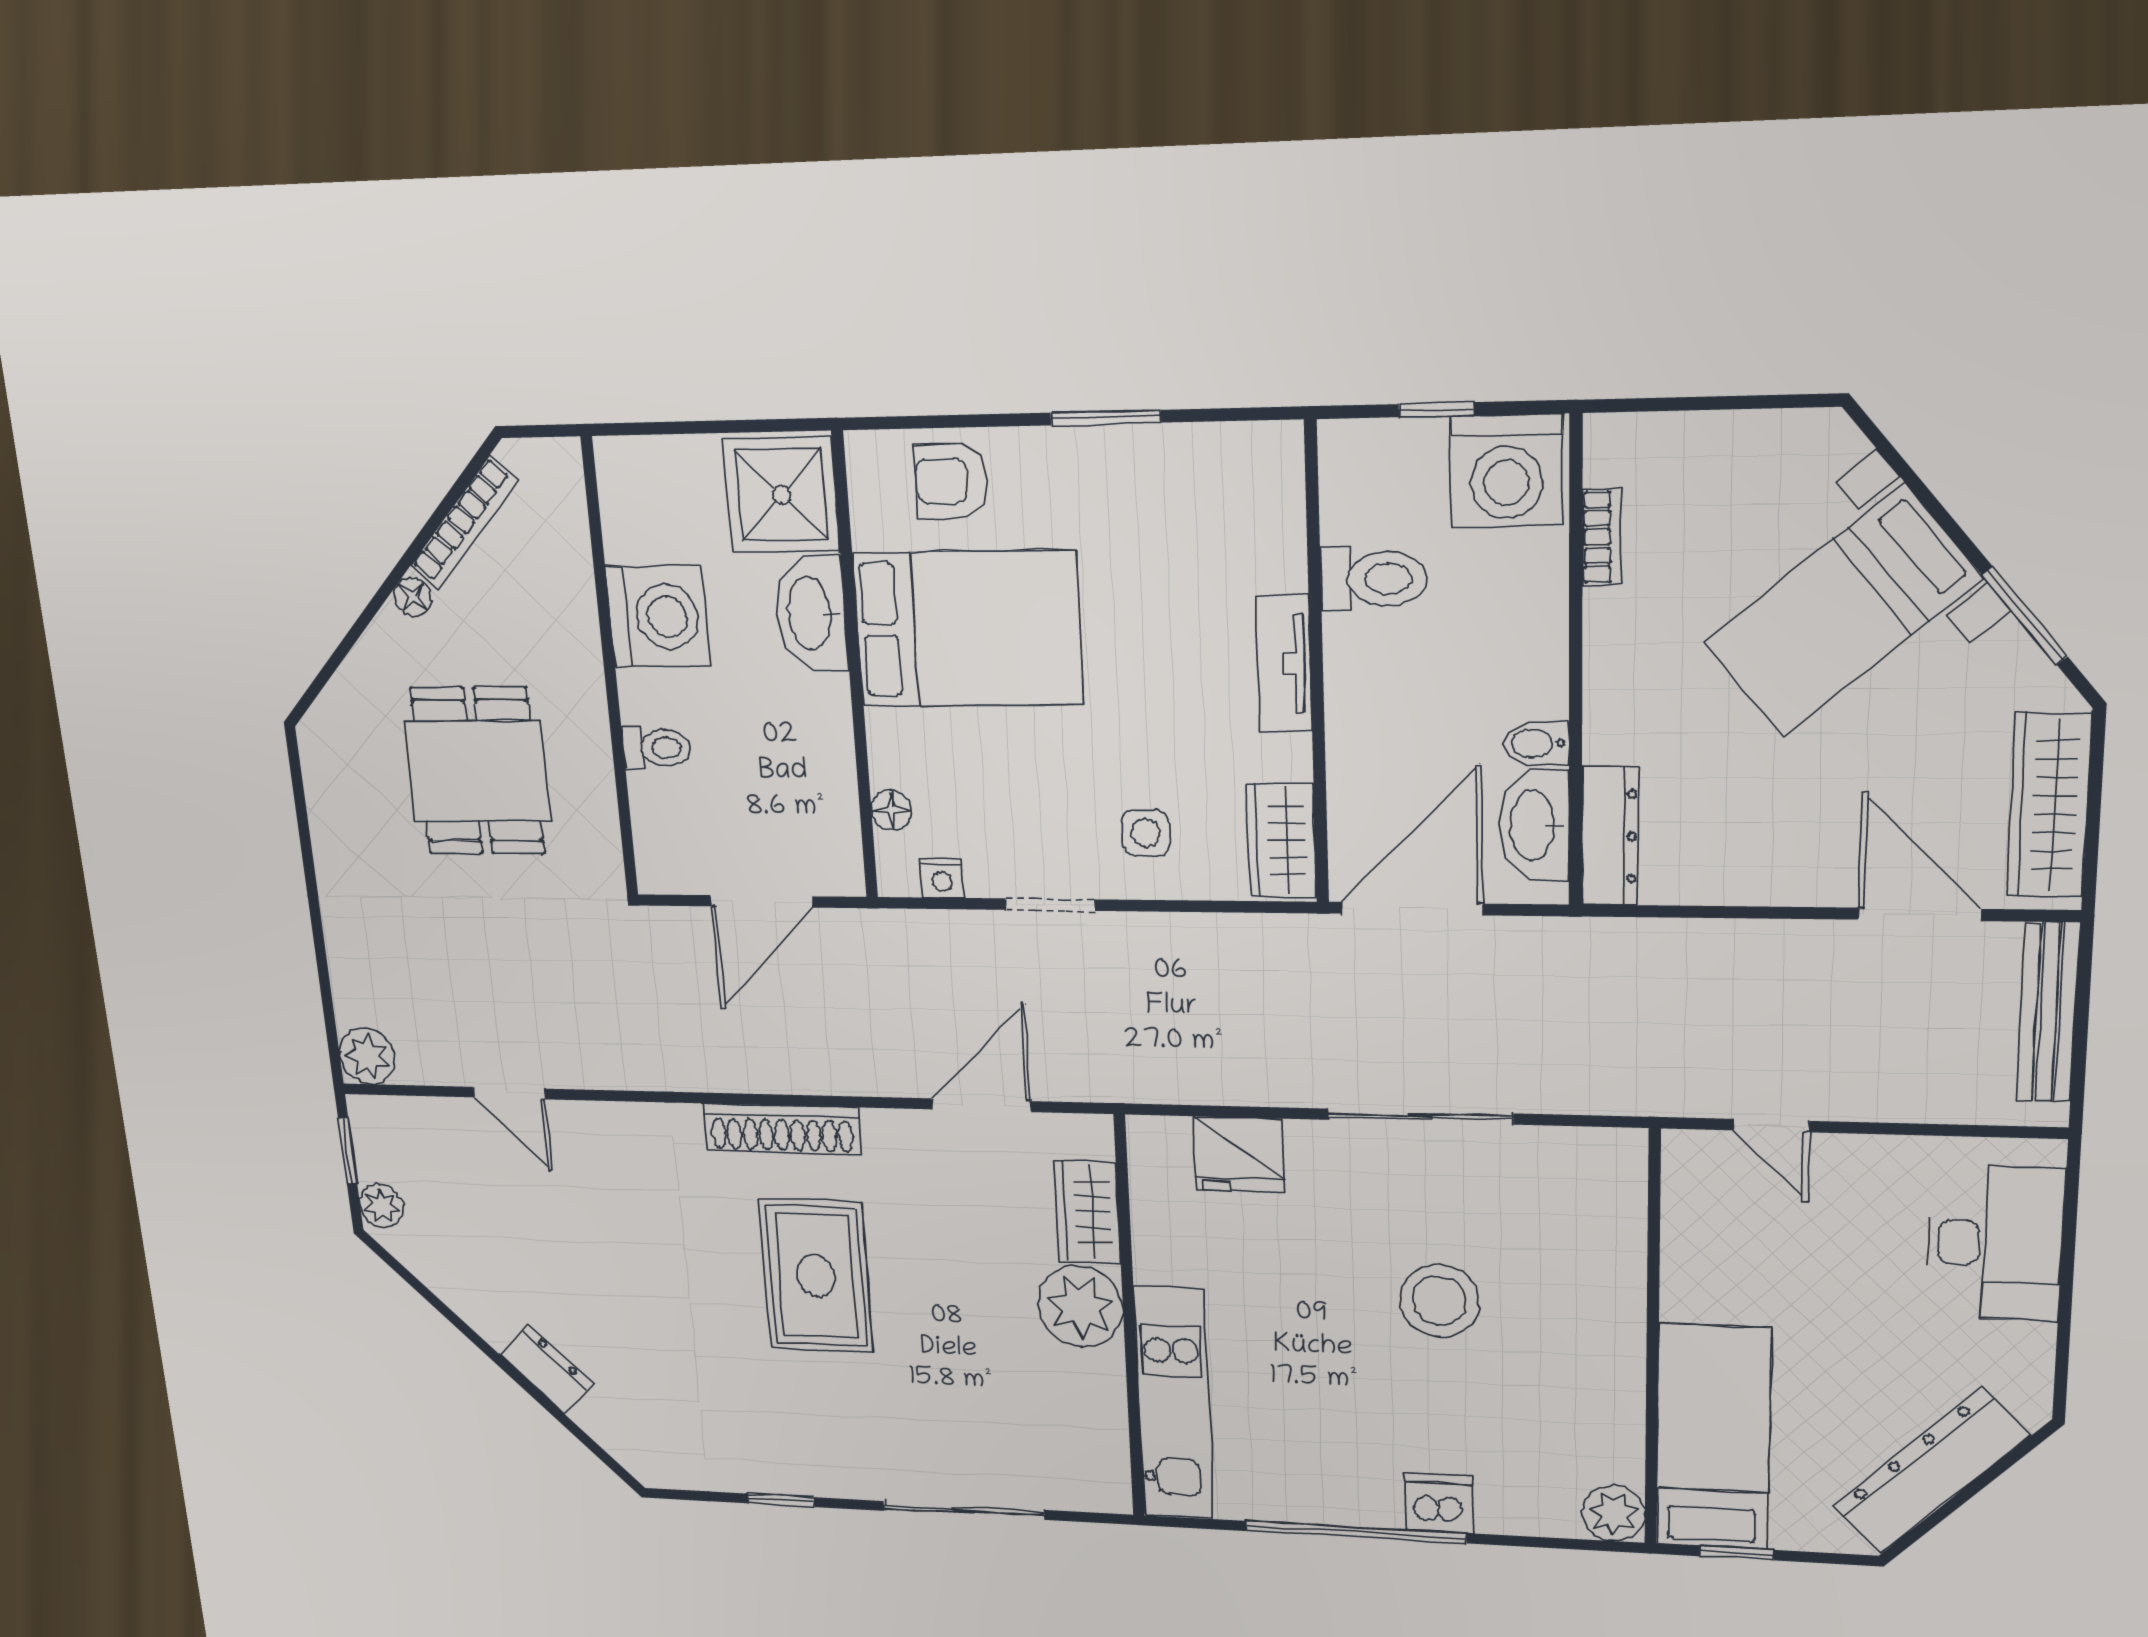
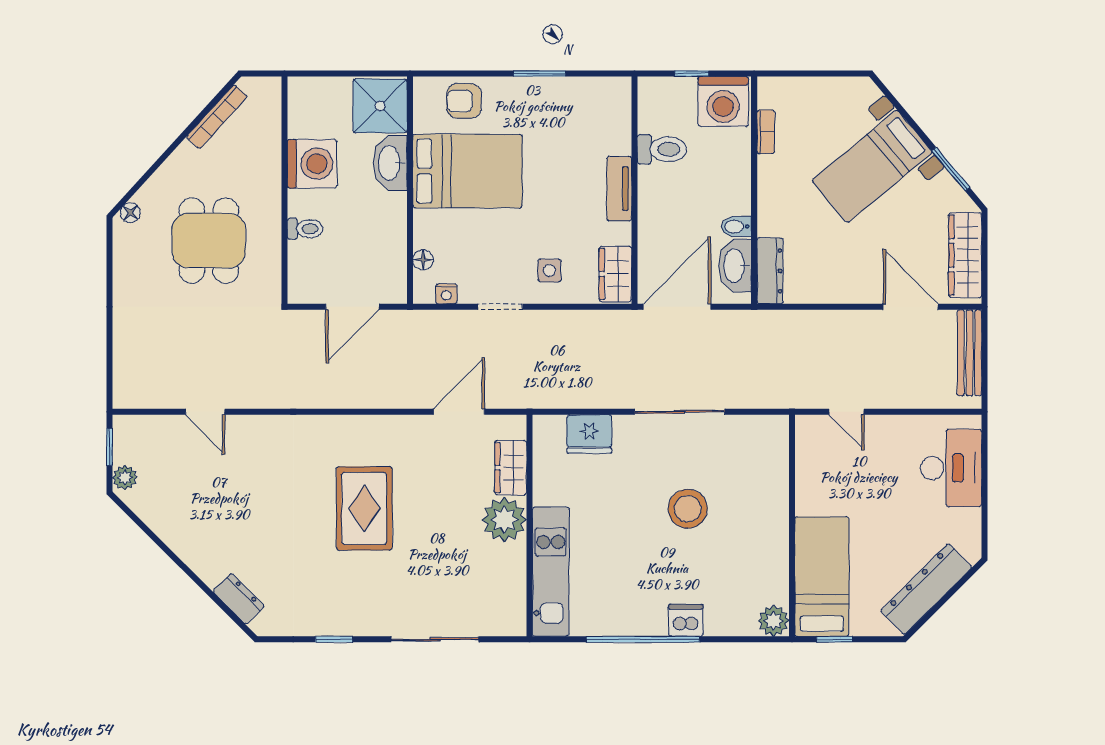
floor lamp: (413, 597) -> (130, 213), moved
plant: (367, 1056) -> (128, 393), removed
shoe rack: (782, 1129) -> (352, 428), removed
dresser: (546, 1369) -> (239, 599), moved

